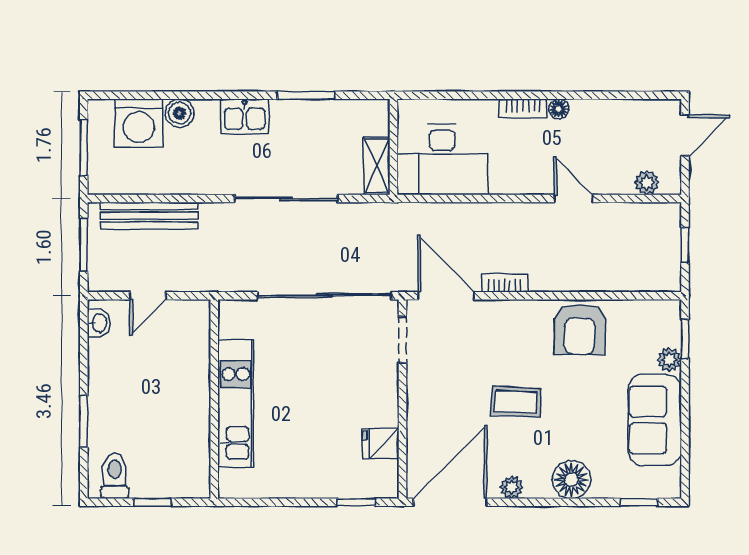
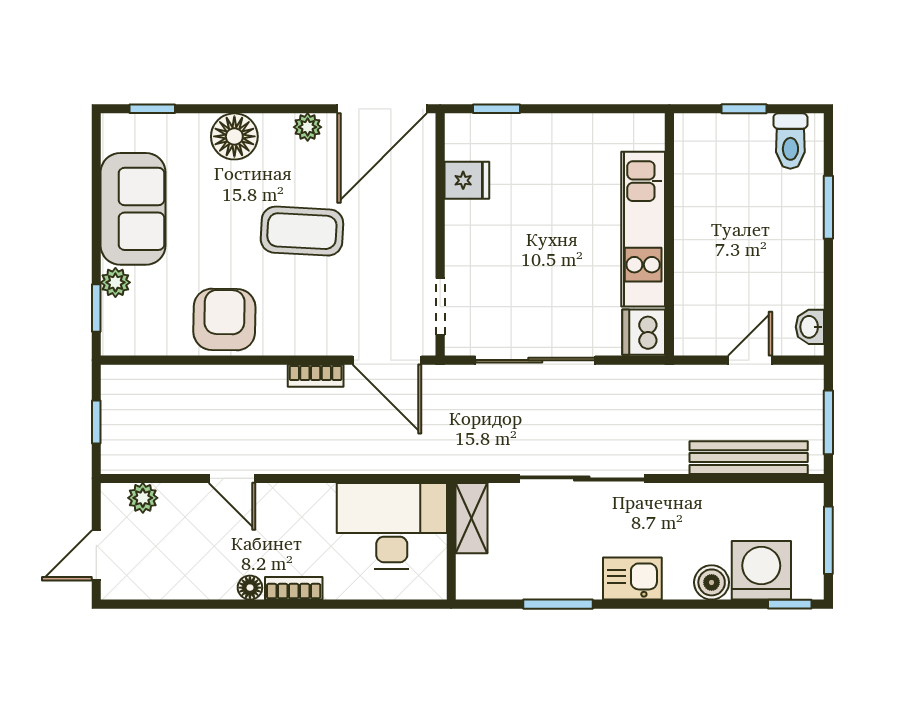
window: (115, 95) -> (790, 604), added
sliding door: (324, 296) -> (535, 360), width x0.73
dishwasher: (235, 319) -> (644, 332), added
coffee table: (516, 402) -> (302, 231), width x1.36, depth x1.30

